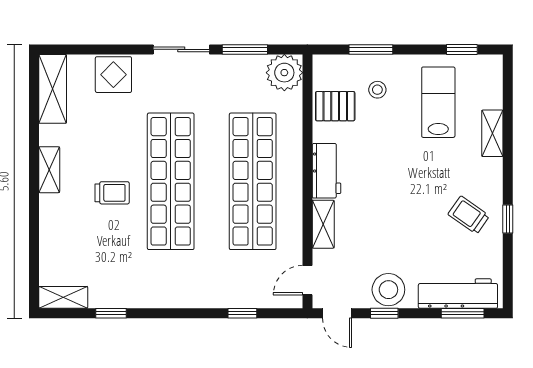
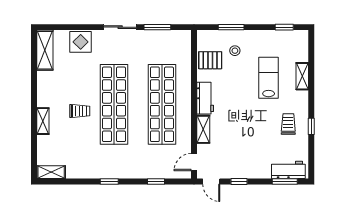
plant: (284, 73) -> (180, 41), removed
lab bench: (438, 102) -> (269, 78), moved
shelving: (49, 170) -> (43, 121), moved
trolley: (469, 215) -> (288, 124), turned 55
stool: (388, 290) -> (241, 168), removed
workbench: (458, 294) -> (288, 170), width x0.73
window: (111, 313) -> (109, 181), moved

